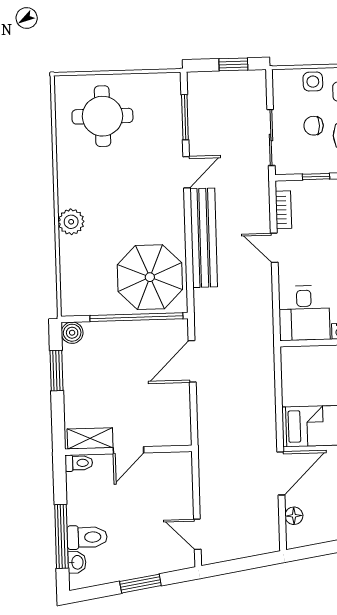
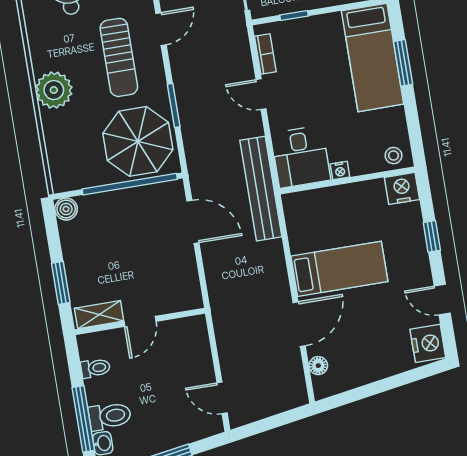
sun lounger: (142, 194) -> (119, 57), added
plant: (71, 222) -> (54, 90), width x1.36, depth x1.36
bench: (204, 238) -> (261, 189), moved
window: (189, 247) -> (174, 105), added
door: (192, 361) -> (193, 222), swing flipped
window: (56, 371) -> (61, 283), moved
toilet: (79, 463) -> (95, 368), moved

